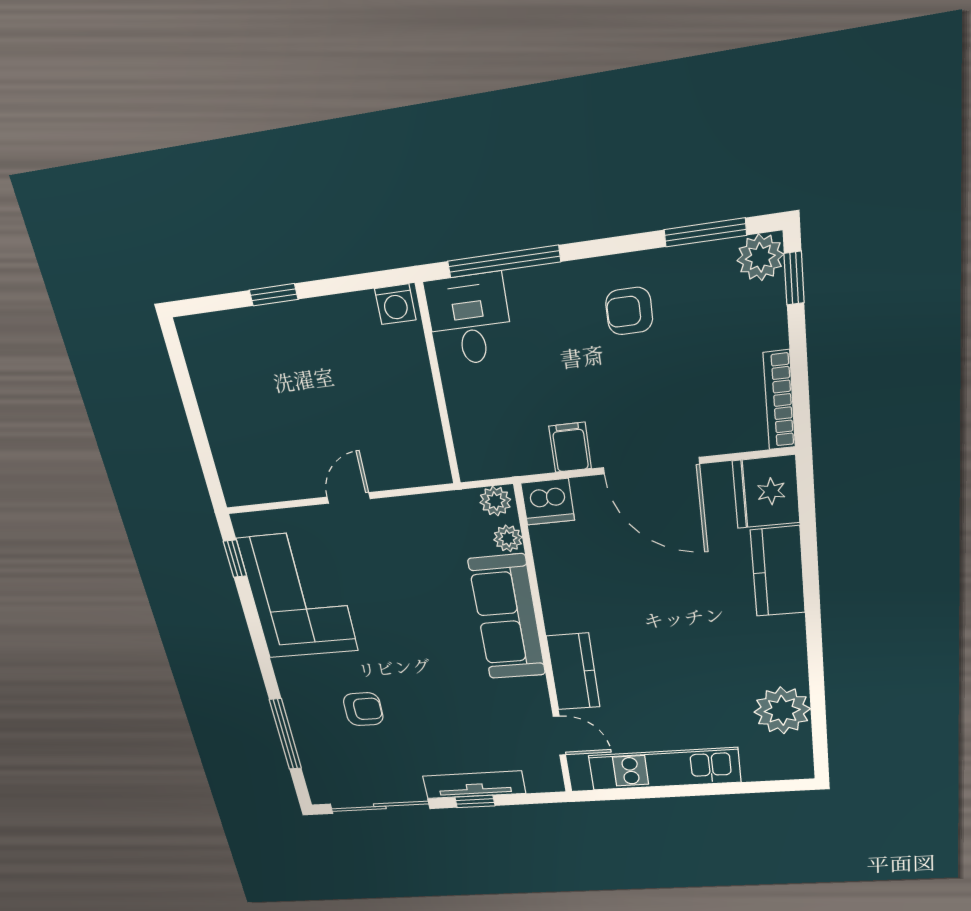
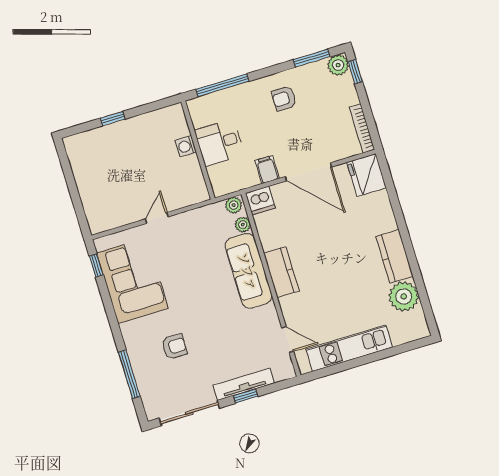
washing machine: (395, 304) -> (186, 146), moved, turned 90
desk: (469, 320) -> (219, 143), moved, turned -90
kitchen counter: (778, 571) -> (394, 256), moved
kitchen counter: (573, 672) -> (281, 272), moved

